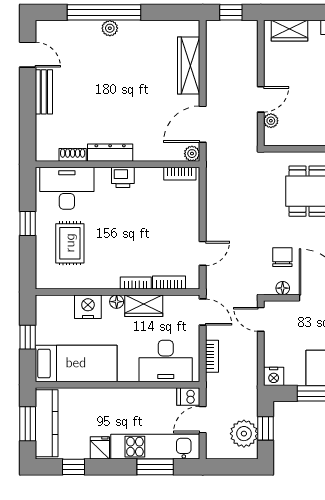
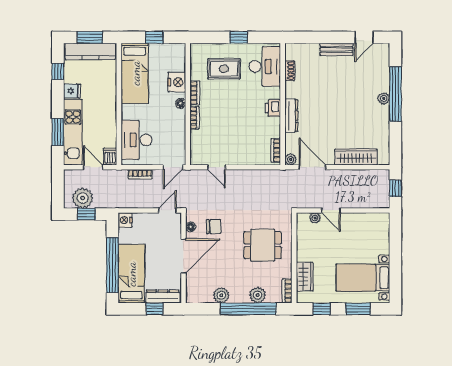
wardrobe: (290, 31) -> (382, 232), removed
dresser: (110, 153) -> (291, 116), moved
bookcase: (169, 282) -> (195, 93), moved
wardrobe: (144, 306) -> (178, 124), removed

